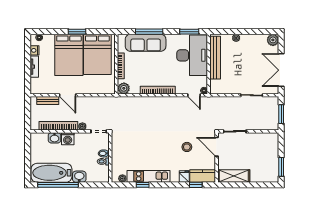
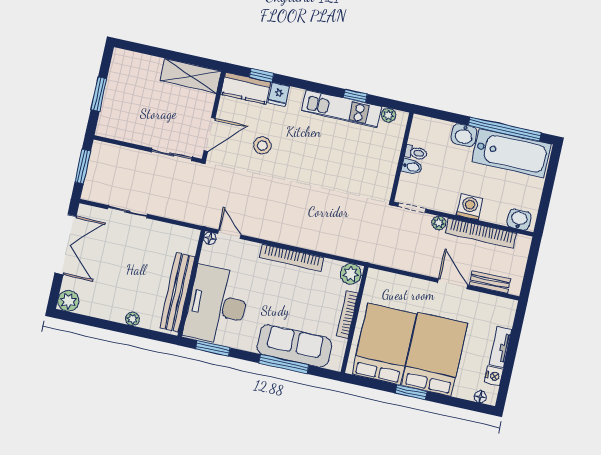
washbasin: (54, 138) -> (519, 219), moved
door: (217, 147) -> (210, 134), hinge flipped
window: (281, 167) -> (99, 94), moved

